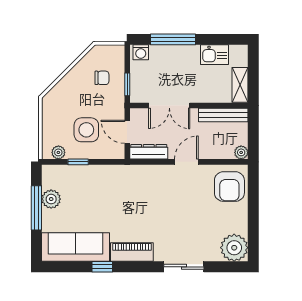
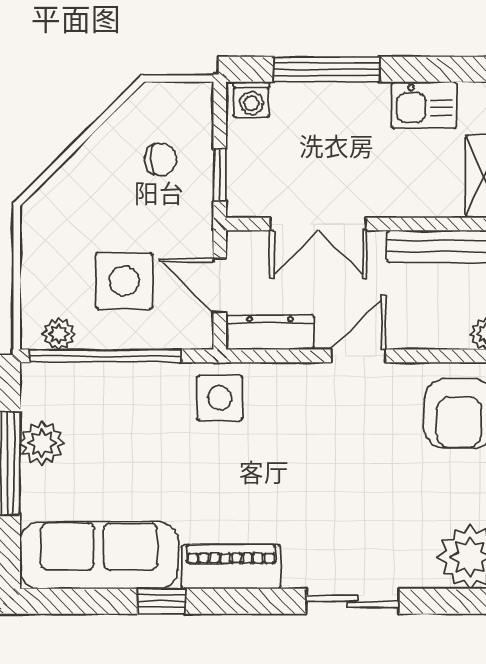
window: (78, 162) -> (105, 356), width x3.17
side table: (127, 180) -> (220, 398), added

